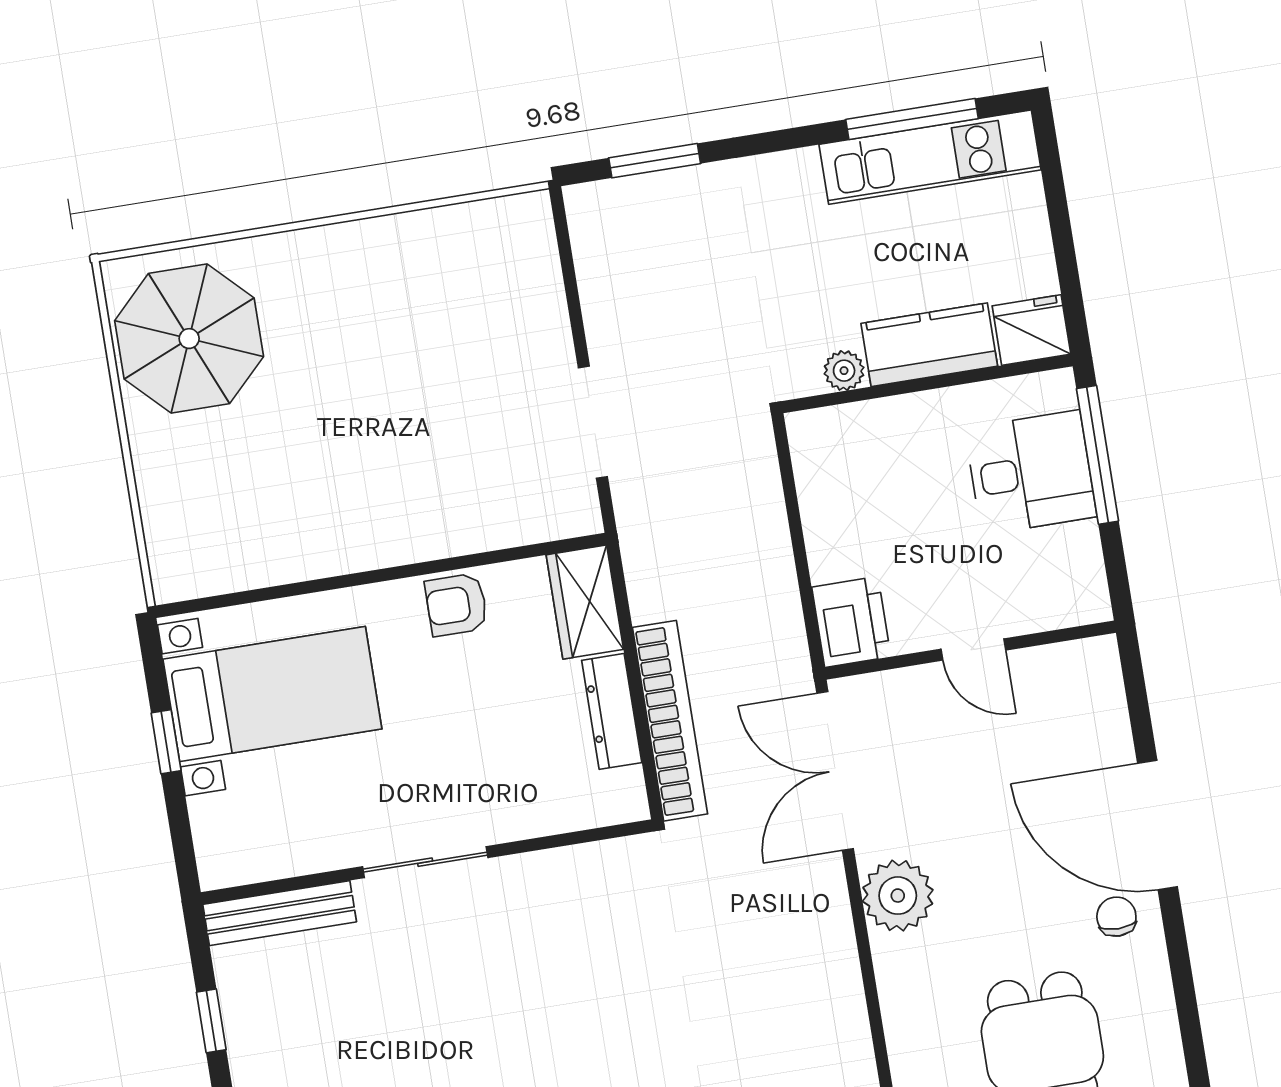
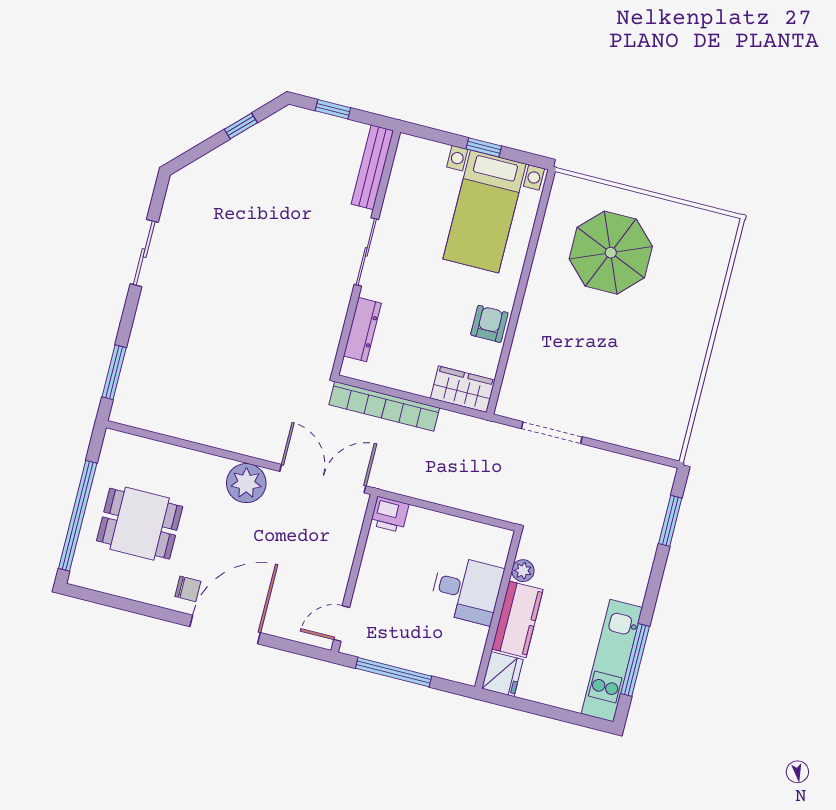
parasol: (189, 339) -> (611, 253), moved
window: (1097, 455) -> (394, 672), moved
desk: (1031, 472) -> (466, 590), moved, turned -90
printer: (851, 622) -> (390, 514), width x0.73, depth x0.81
door: (973, 650) -> (342, 623), moved
dresser: (612, 711) -> (362, 330), moved, turned 90

